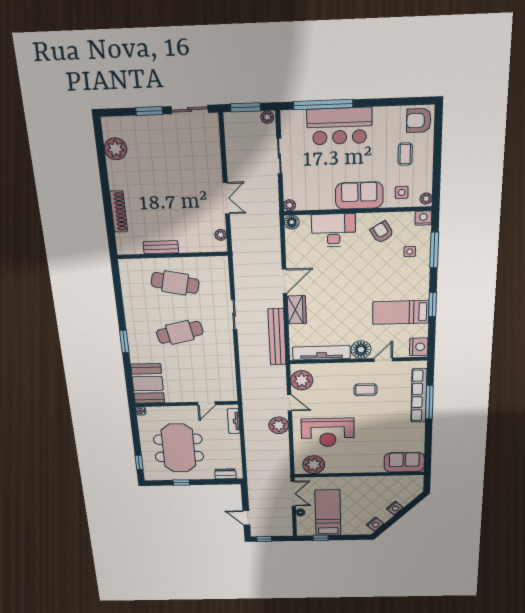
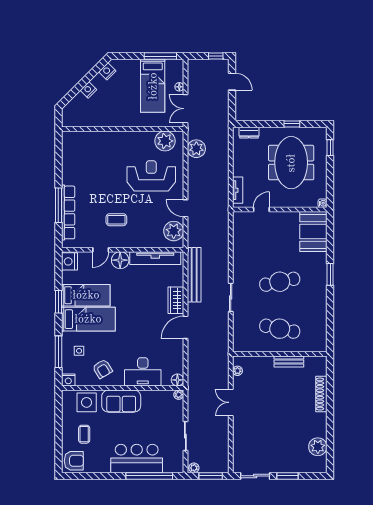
side table: (402, 192) -> (87, 402), width x1.87, depth x1.87
plant: (426, 199) -> (66, 397), removed
bed: (398, 287) -> (88, 319), added
plant: (279, 425) -> (196, 149), moved
sofa: (404, 462) -> (80, 142), removed
window: (321, 538) -> (160, 56), width x2.17

